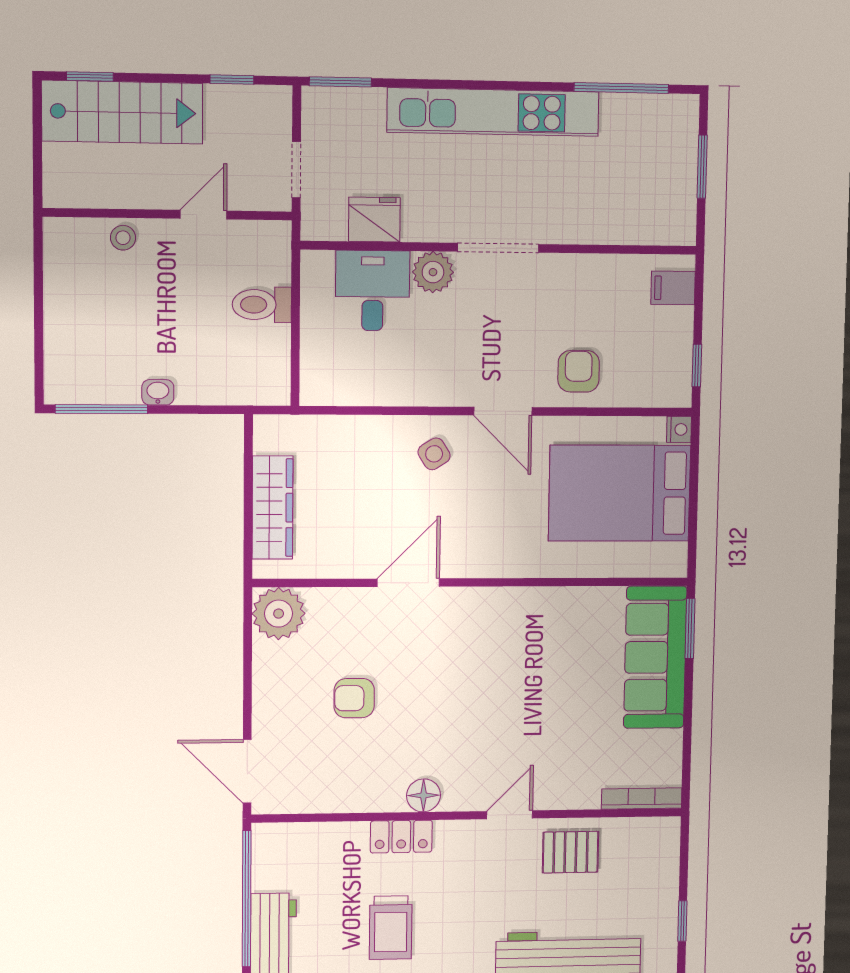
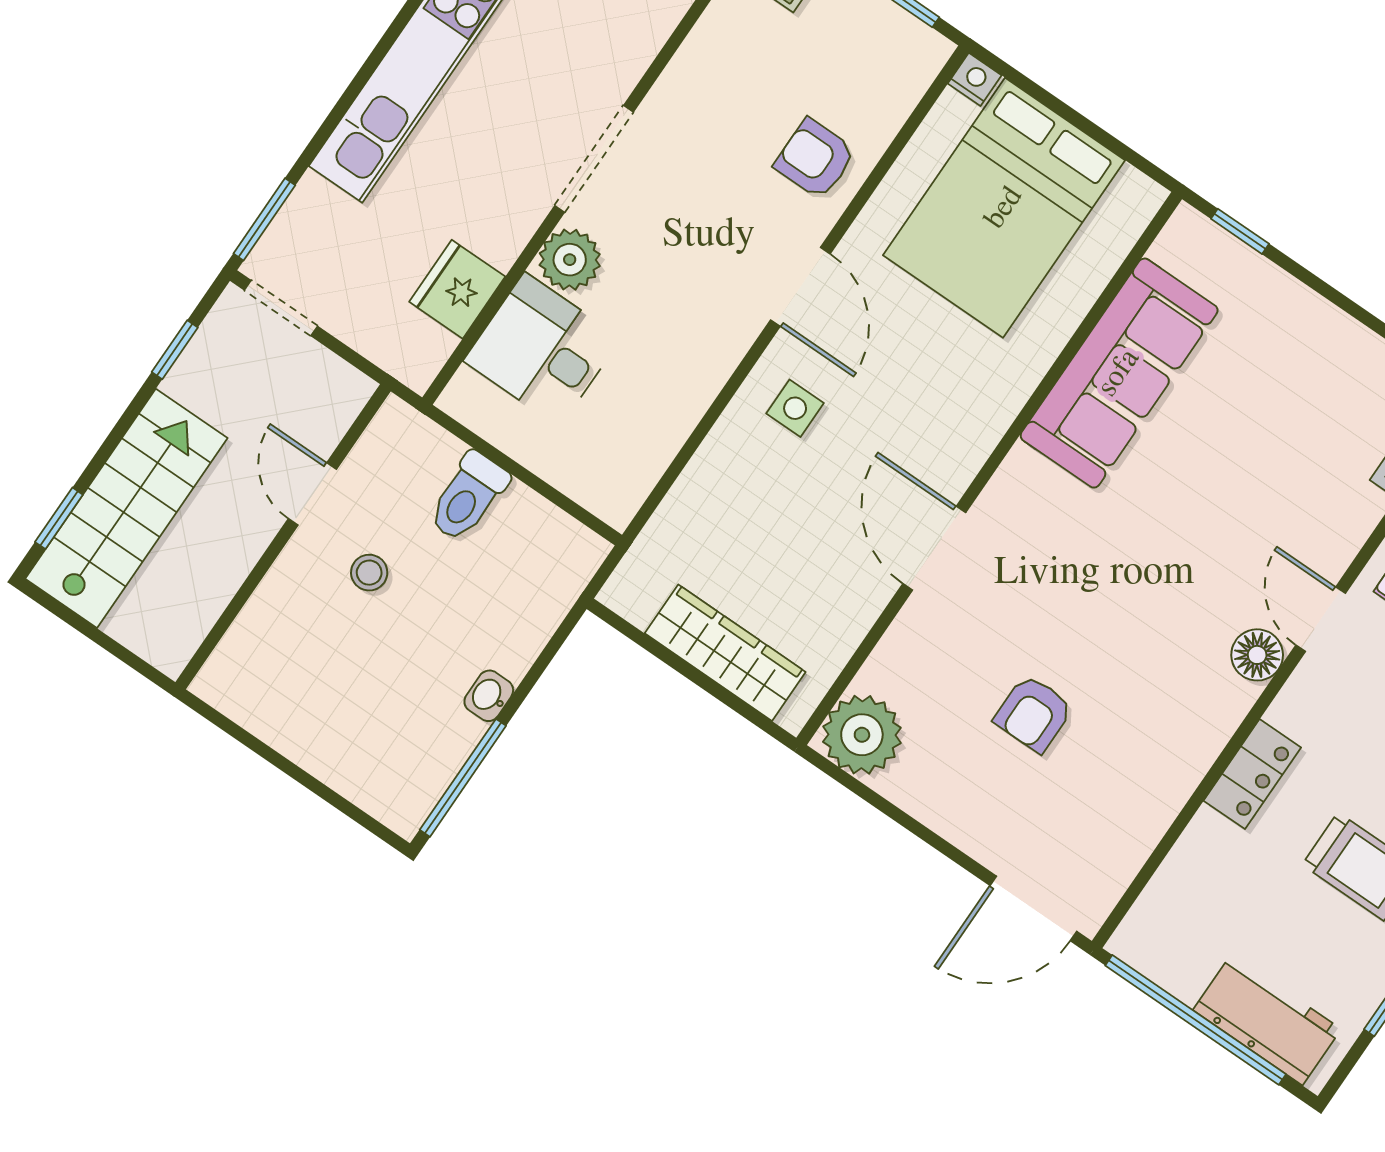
doorway: (296, 170) -> (281, 308), moved
stool: (123, 238) -> (369, 573), moved
door: (503, 411) -> (800, 287), hinge flipped
side table: (434, 454) -> (795, 408), turned 32
window: (690, 629) -> (1240, 231), width x0.67
sofa: (655, 657) -> (1119, 373), moved, turned -90
floor lamp: (423, 795) -> (1257, 655), moved

